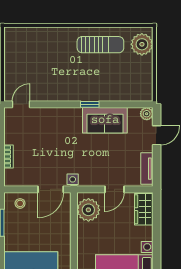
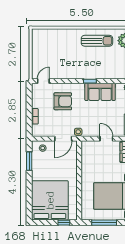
armchair: (50, 134) -> (63, 101), added
door: (114, 189) -> (106, 139), swing flipped
plant: (88, 210) -> (89, 152), removed

